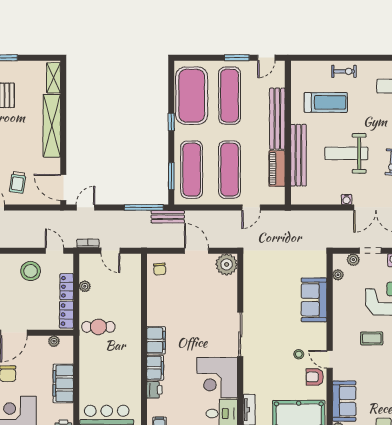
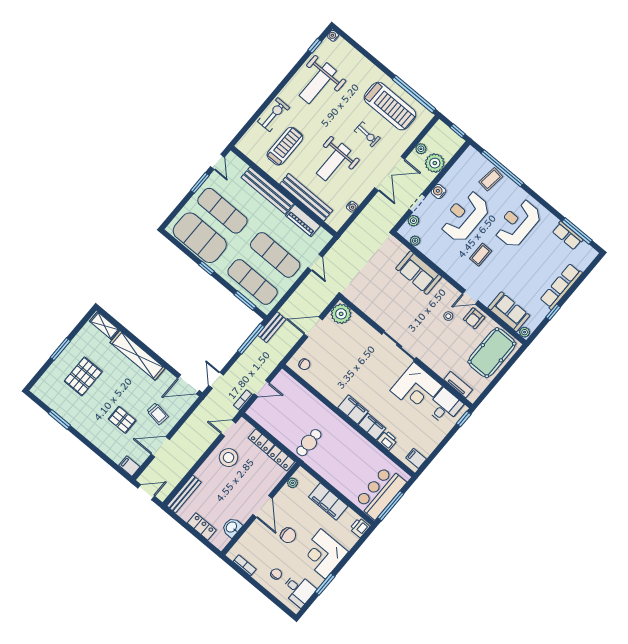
exercise bike: (344, 71) -> (274, 115), width x1.38, depth x1.39
water cooler: (347, 199) -> (352, 207), moved
plant: (85, 286) -> (272, 428), removed

